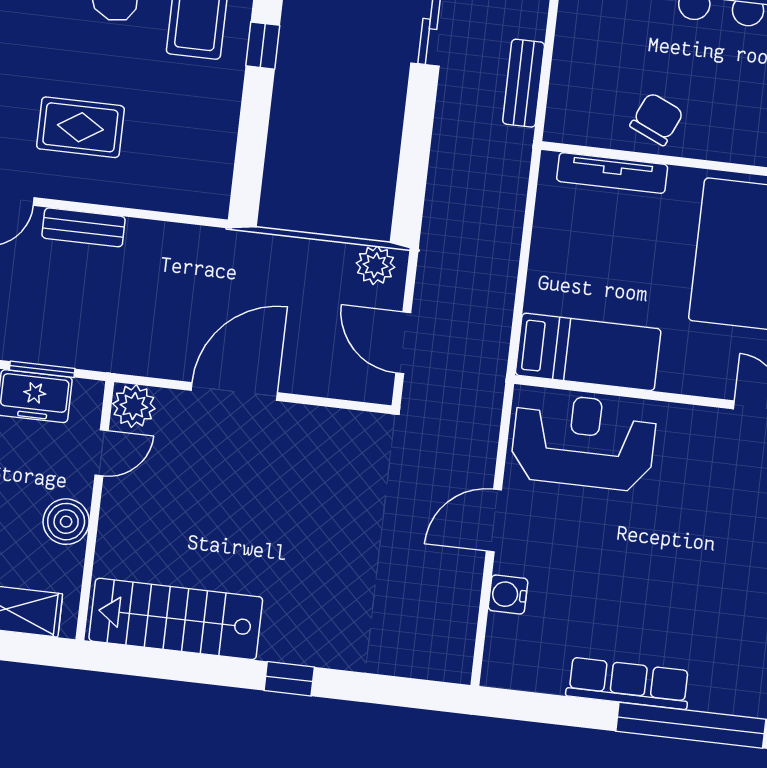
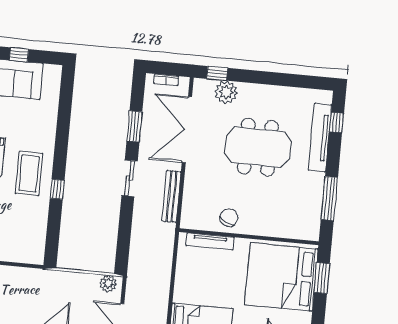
bench: (524, 83) -> (171, 196), width x1.36

